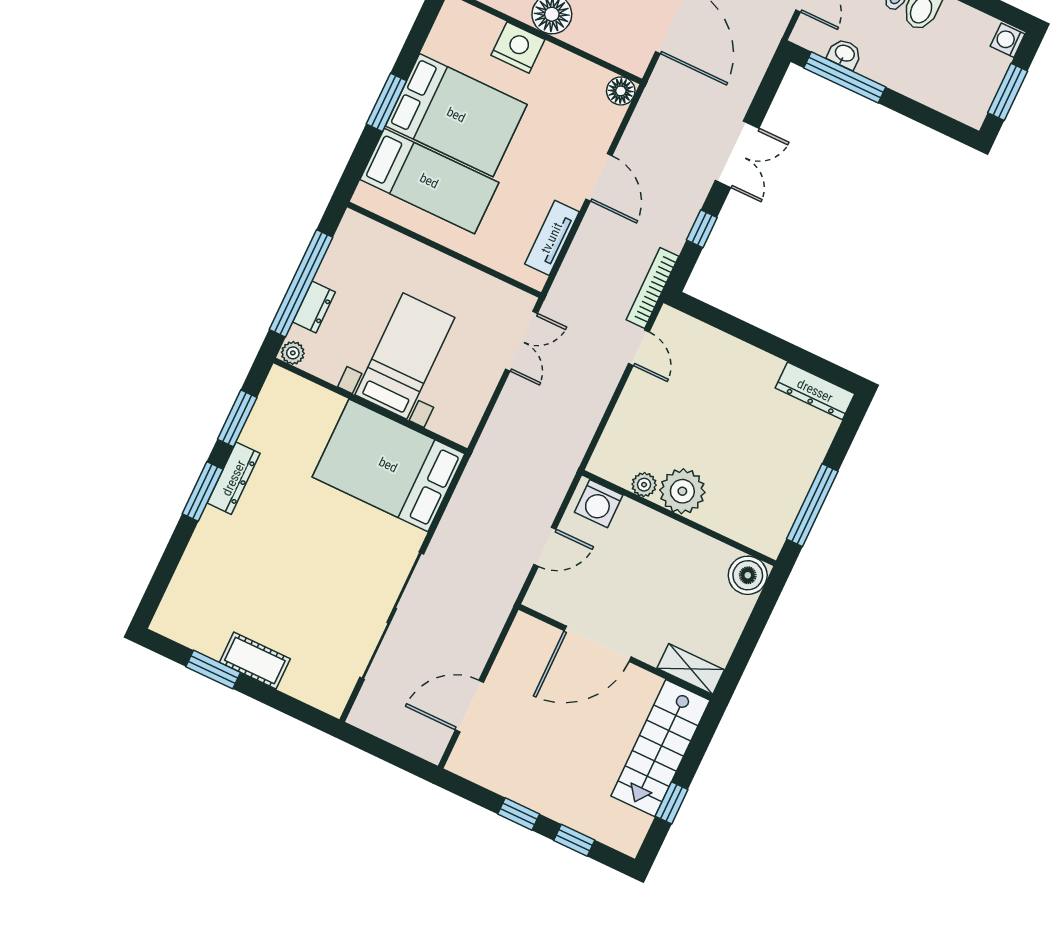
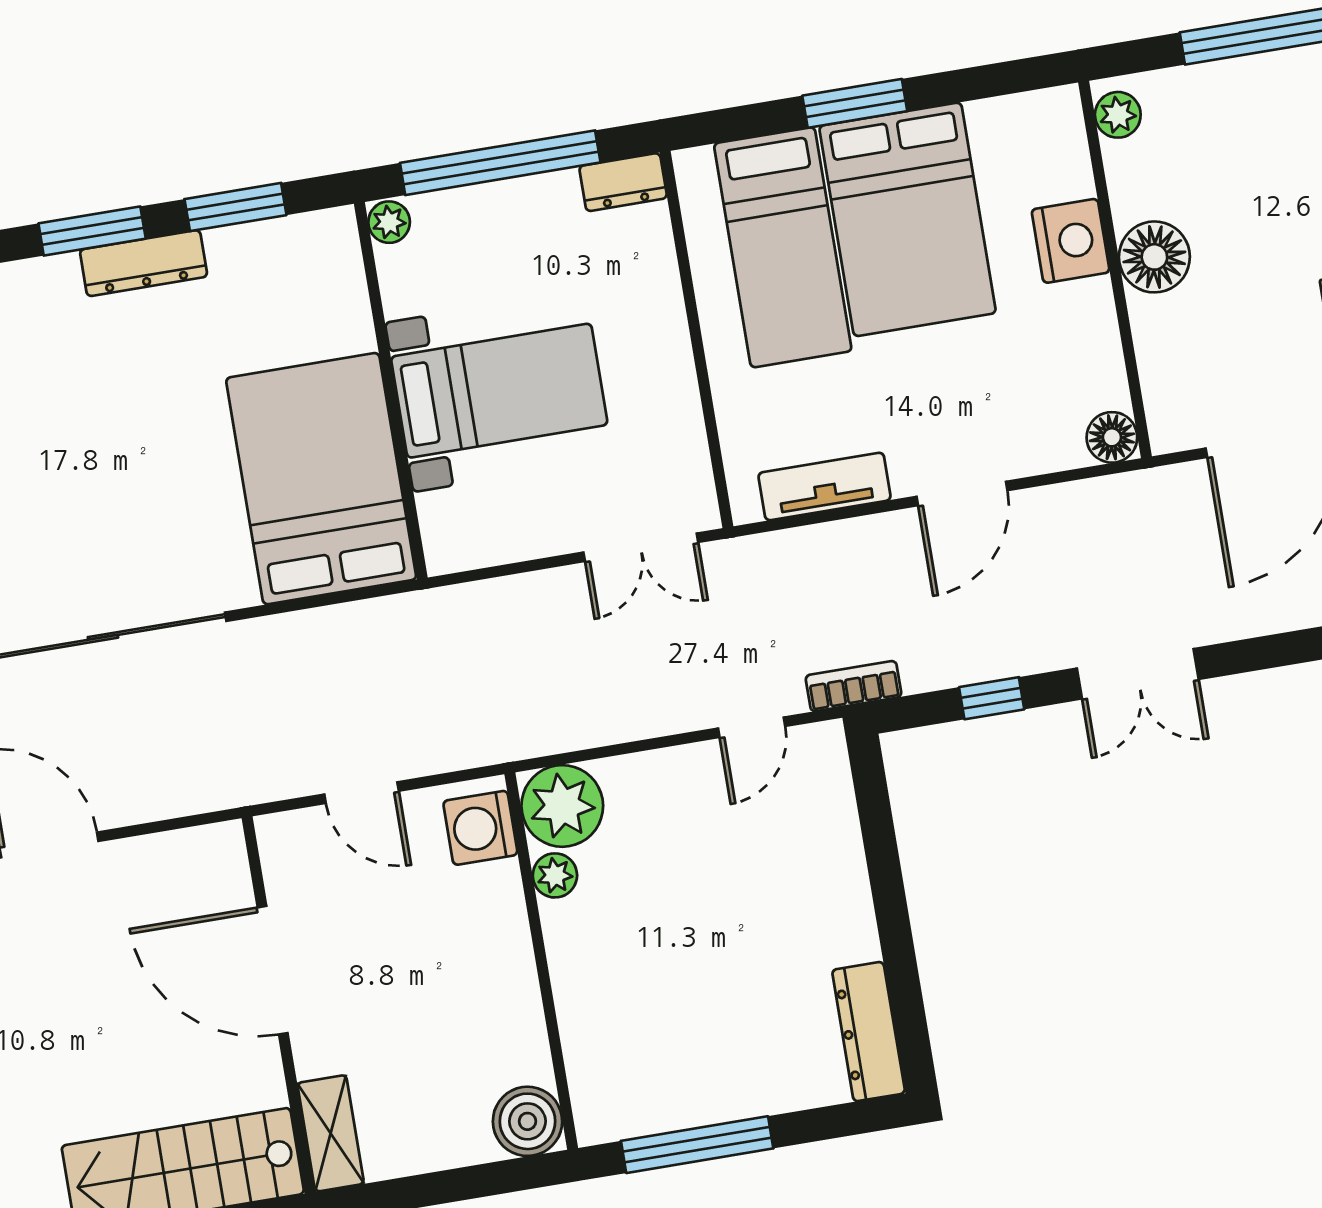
bookcase: (652, 288) -> (853, 686), width x0.64
dresser: (314, 307) -> (623, 182), moved
plant: (682, 491) -> (562, 806), moved

